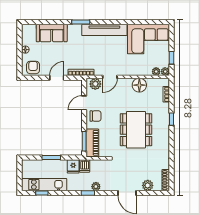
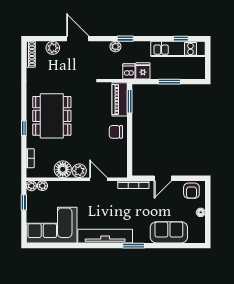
door: (110, 77) -> (98, 179), hinge flipped
plant: (95, 84) -> (79, 171), moved
door: (84, 103) -> (130, 148), removed
dining table: (136, 130) -> (52, 116), moved

